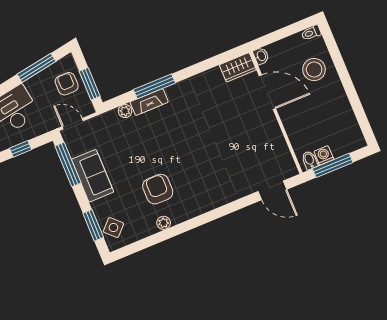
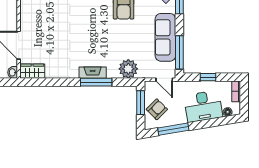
armchair: (67, 84) -> (157, 109), turned -135
fireplace: (149, 102) -> (93, 73), moved
plant: (125, 111) -> (128, 69), width x1.87, depth x1.87
sofa: (93, 176) -> (165, 37), width x1.36

